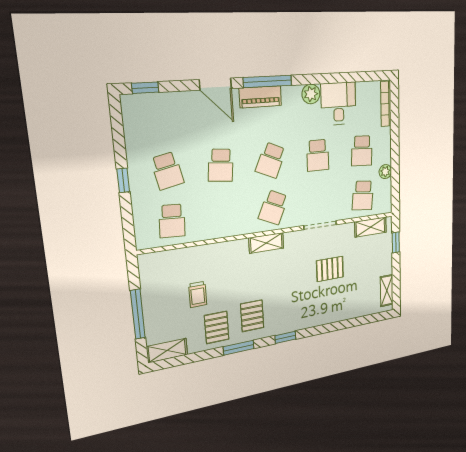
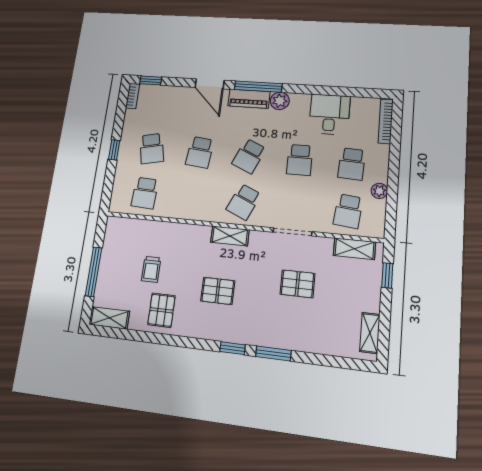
plant: (311, 94) -> (280, 101), moved
bookcase: (128, 111) -> (133, 96), added
pallet: (252, 316) -> (218, 291), moved, turned 90
window: (239, 348) -> (273, 354), moved

